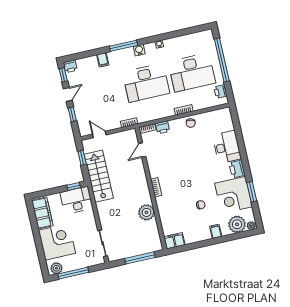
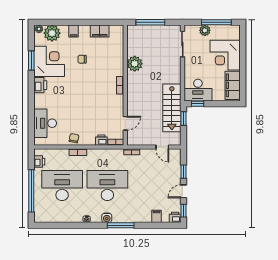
filing cabinet: (103, 60) -> (157, 216), moved
desk: (227, 147) -> (45, 123), moved
window: (82, 158) -> (183, 119), moved
filing cabinet: (174, 241) -> (100, 31), moved
plant: (56, 268) -> (205, 30), moved

